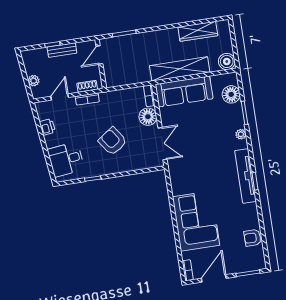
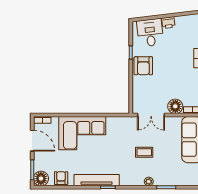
floor lamp: (231, 94) -> (41, 179), moved
printer: (47, 127) -> (168, 23), moved
armchair: (113, 141) -> (143, 66), moved, turned 125
coffee table: (207, 145) -> (144, 152), added
tv unit: (246, 176) -> (97, 180), moved

